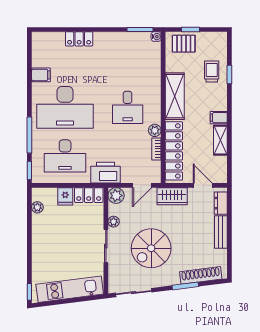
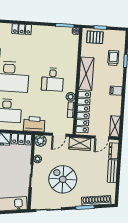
shelving: (220, 140) -> (115, 126), moved
door: (203, 185) -> (102, 138), swing flipped
spiral stairs: (151, 248) -> (63, 179), turned 90

